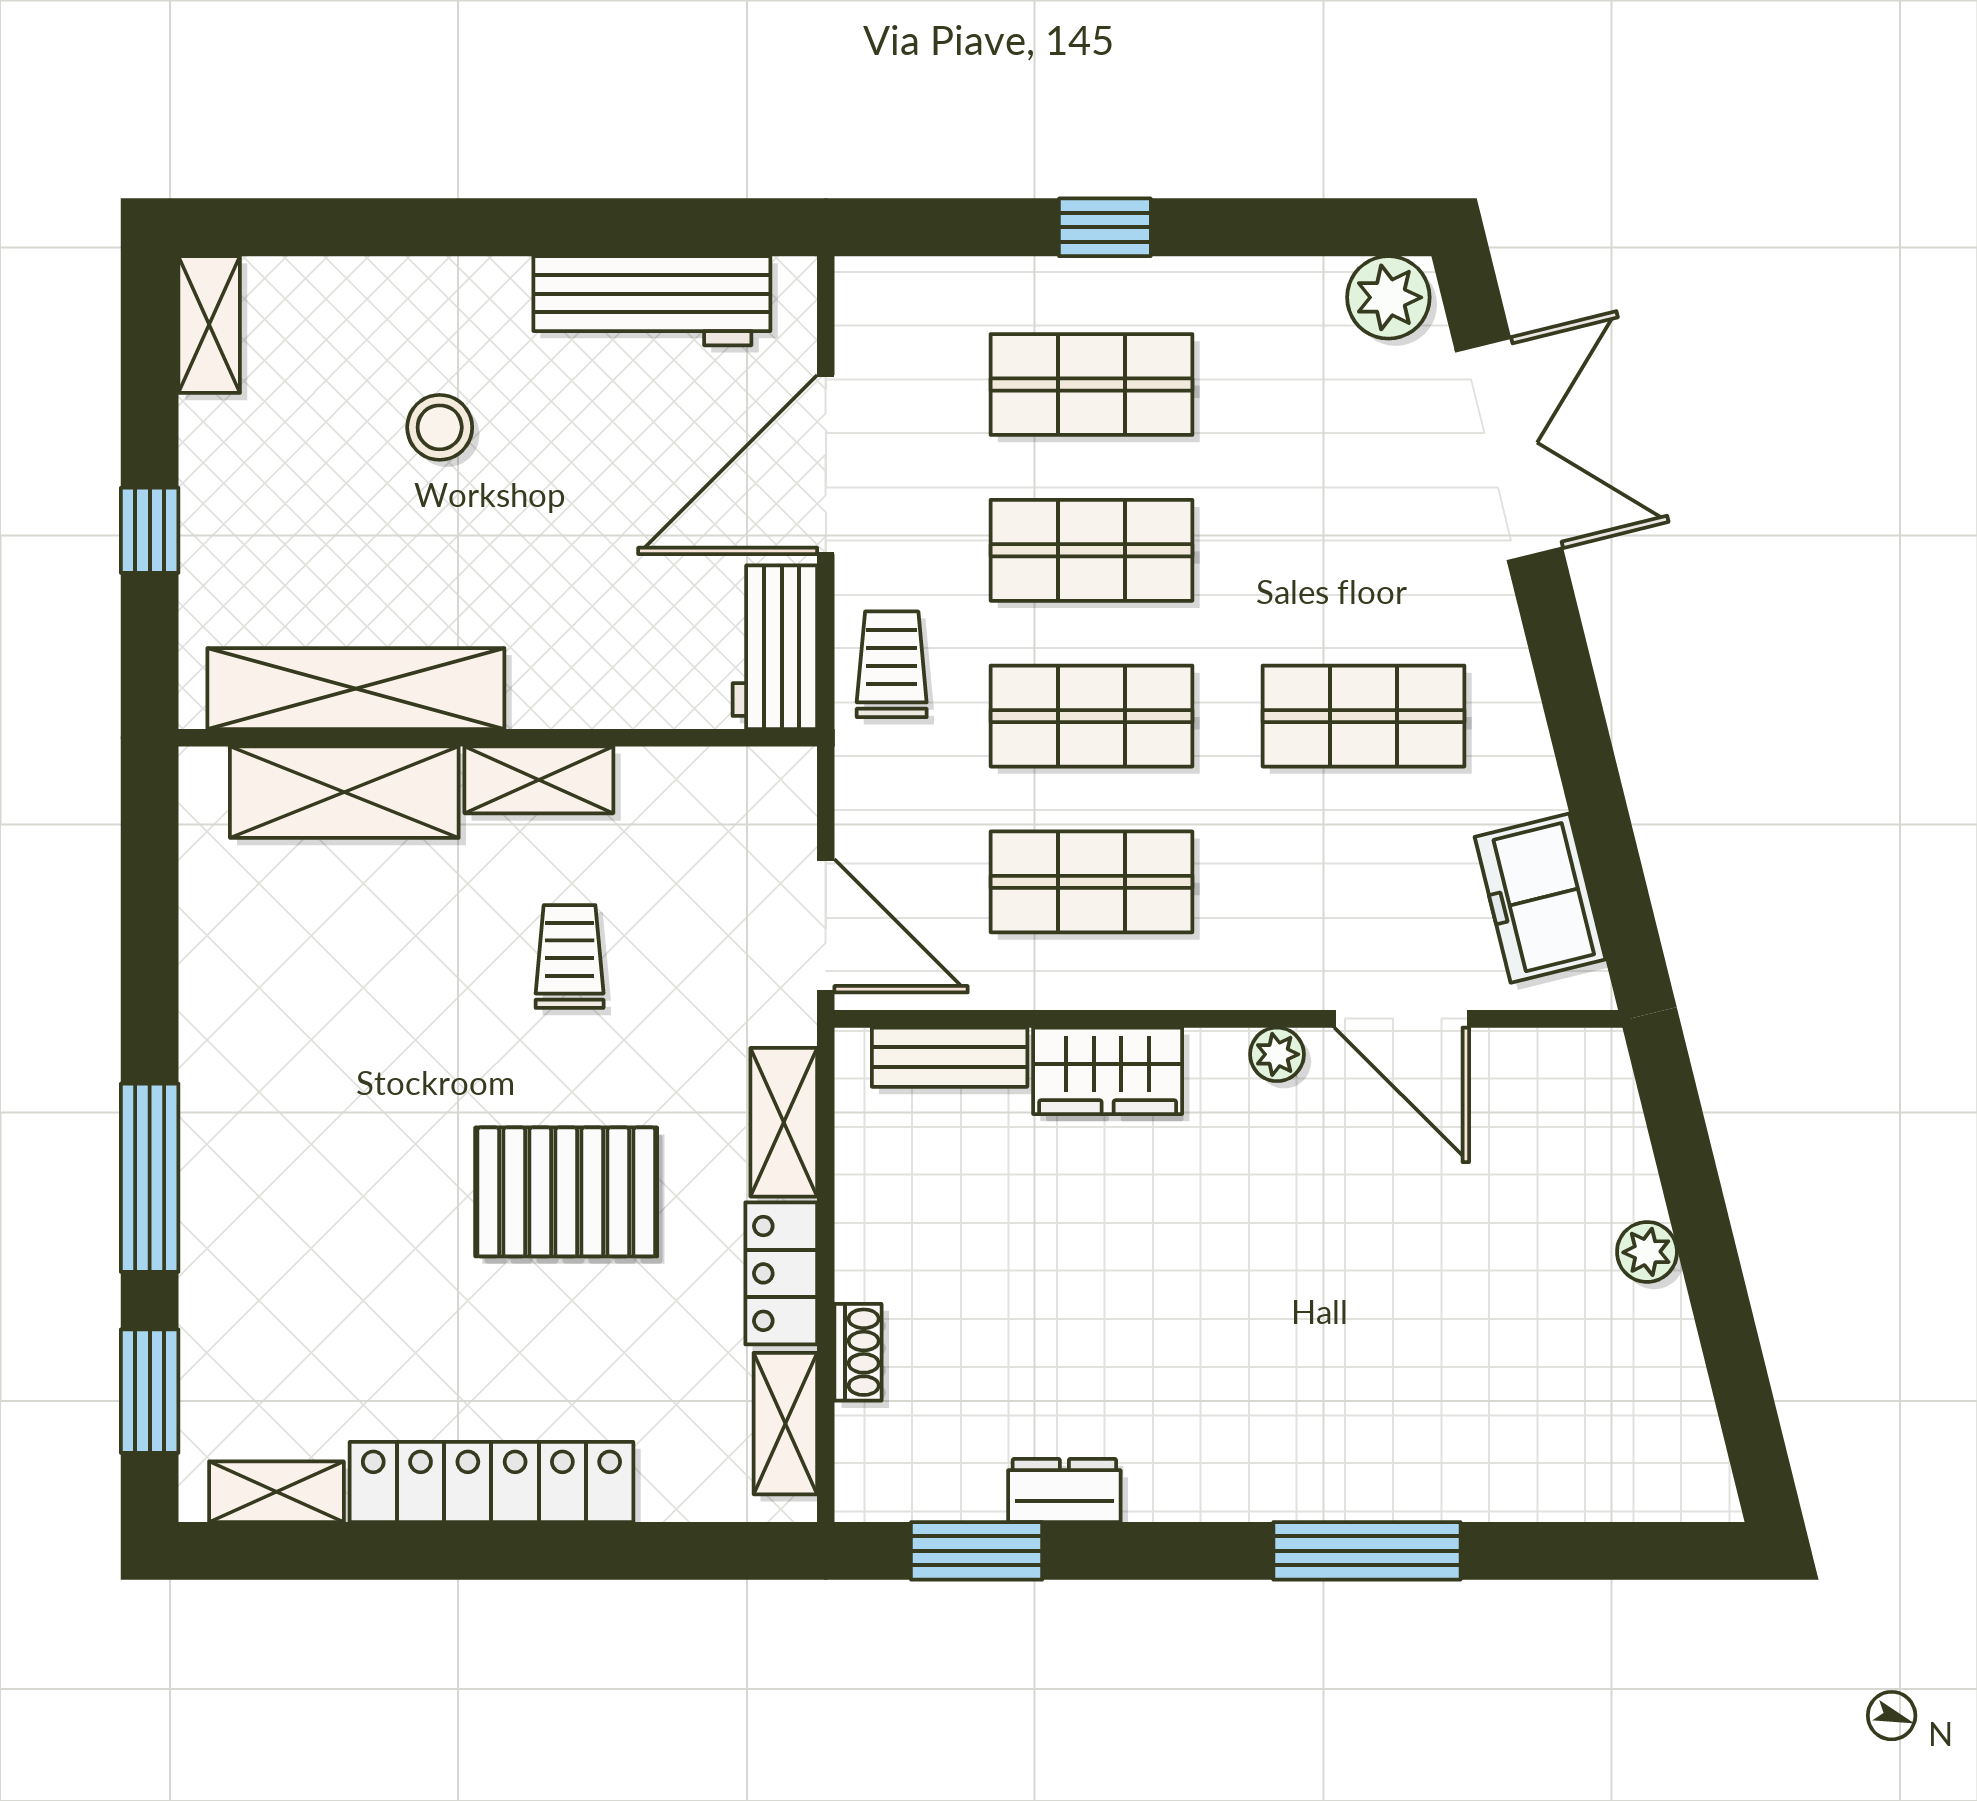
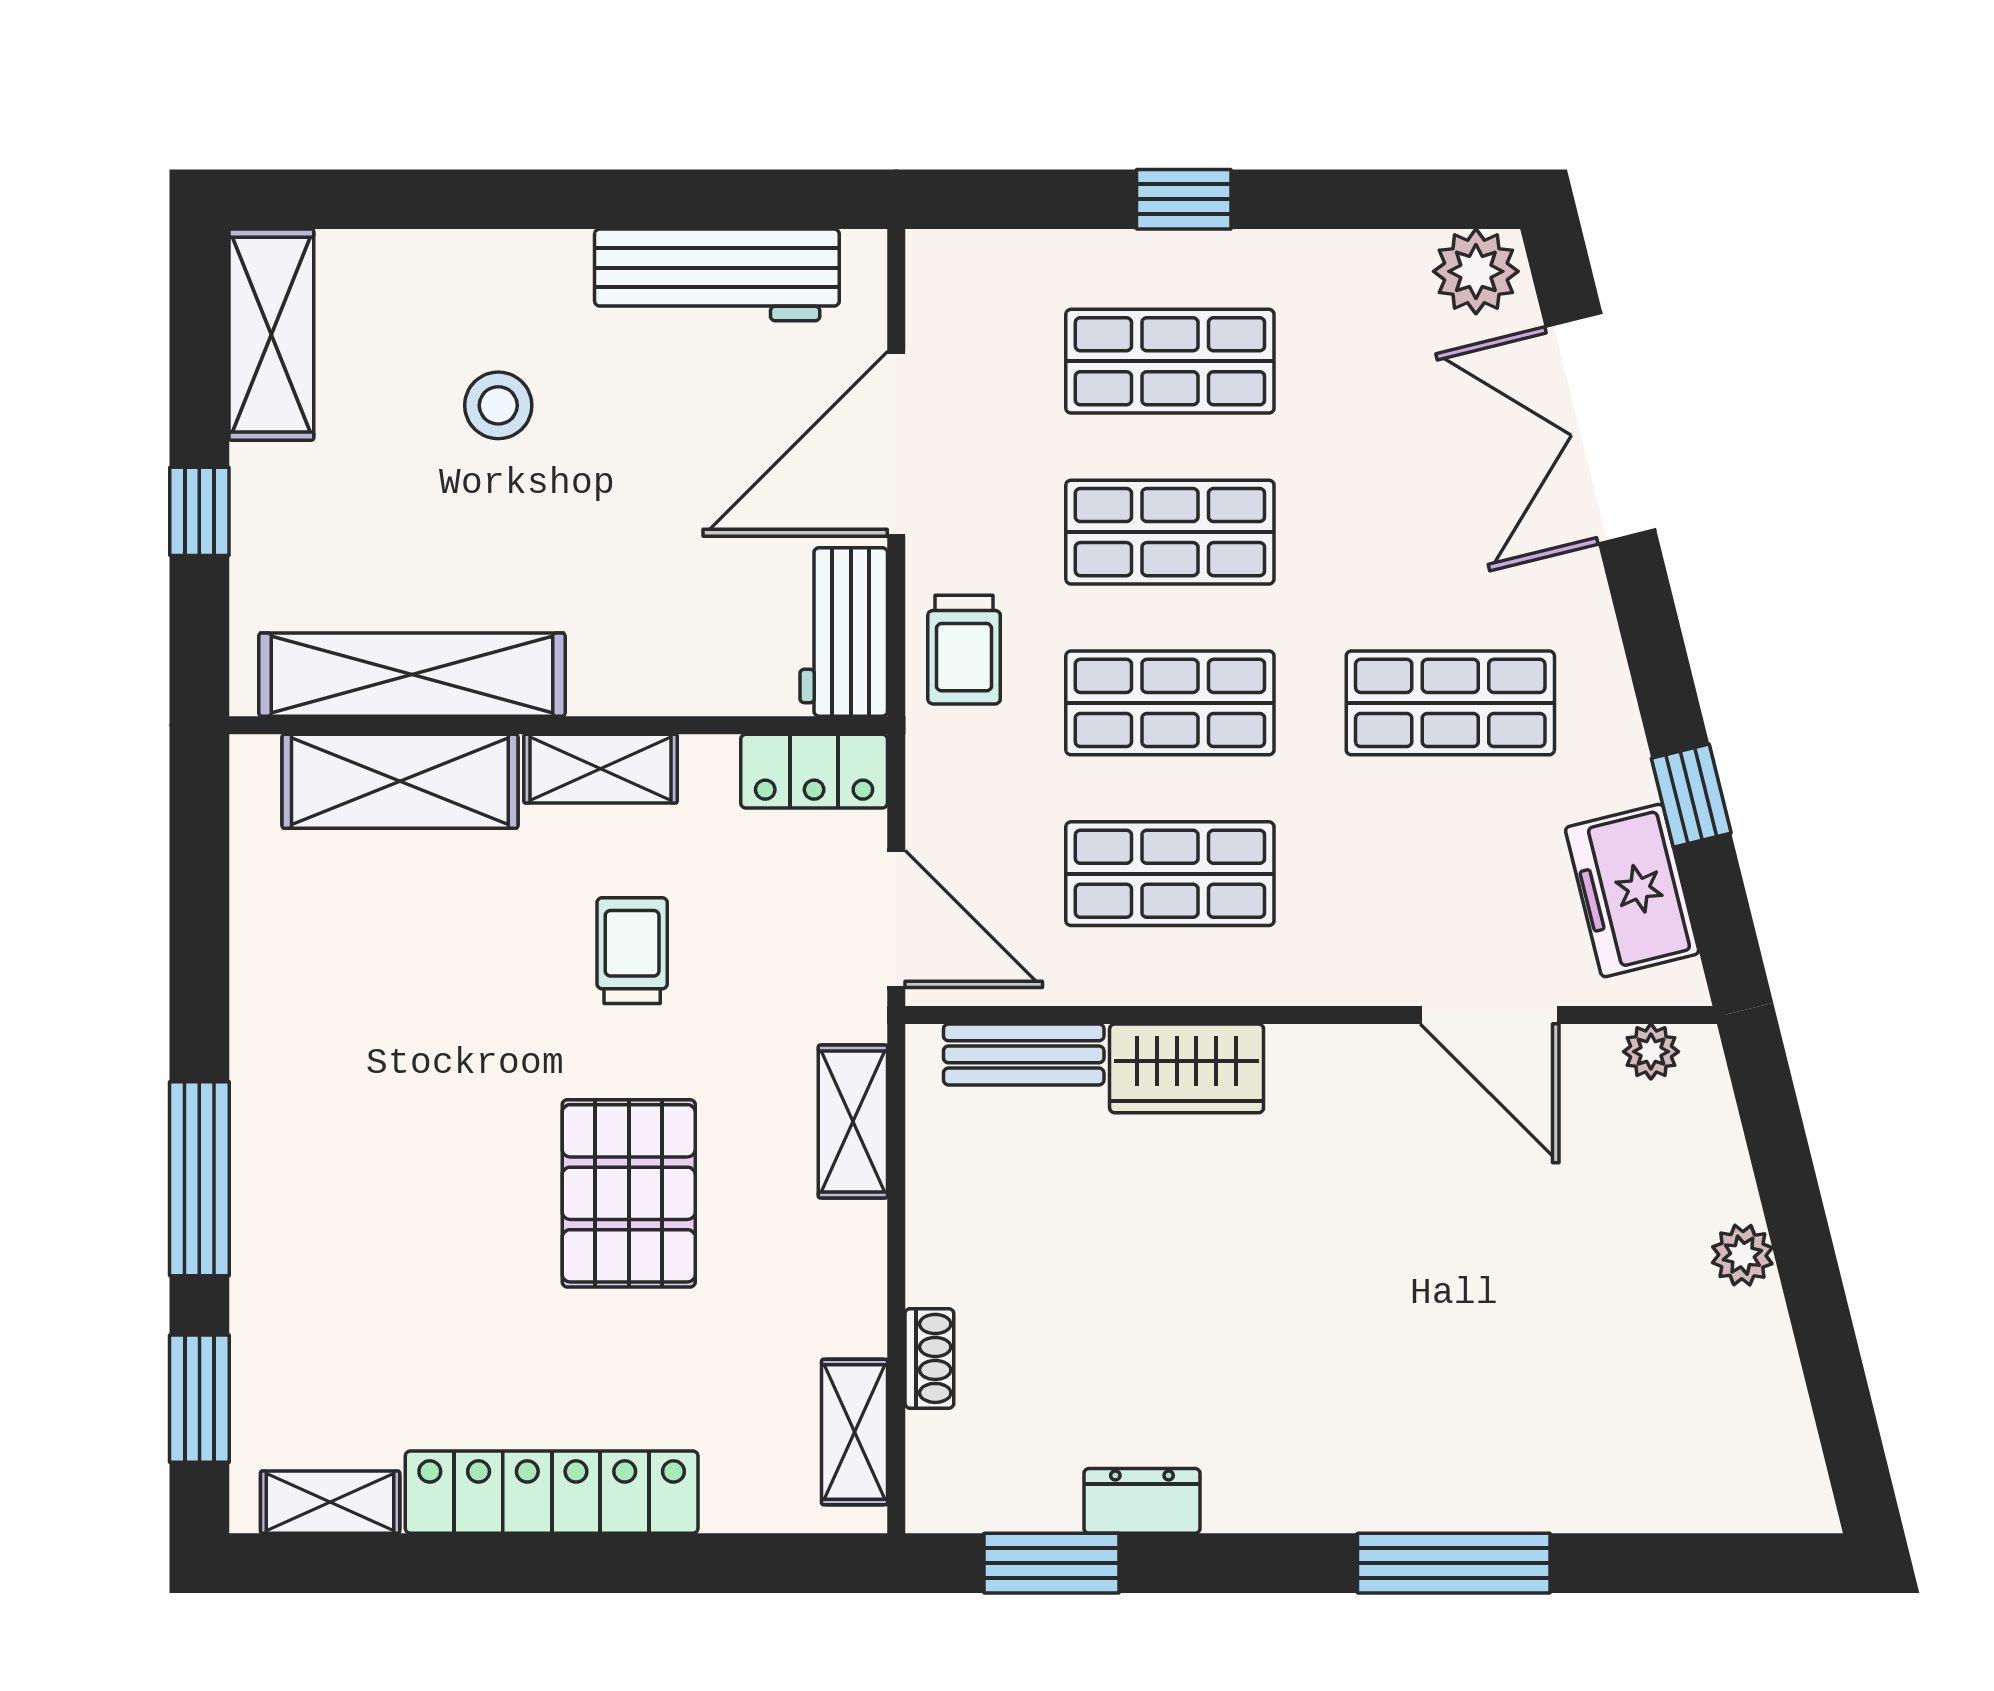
shelving: (209, 325) -> (271, 335), width x1.50, depth x1.33
double door: (1509, 449) -> (1600, 428), swing flipped
trolley: (892, 664) -> (964, 650), turned 180
window: (1597, 806) -> (1691, 796), added
plant: (1277, 1054) -> (1651, 1052), moved
pallet: (566, 1192) -> (629, 1193), turned 90
locker: (781, 1273) -> (814, 771), moved, turned -90

